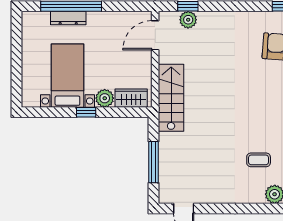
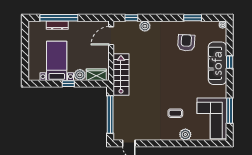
plant: (188, 20) -> (145, 26), moved
window: (153, 162) -> (110, 115), width x1.46

